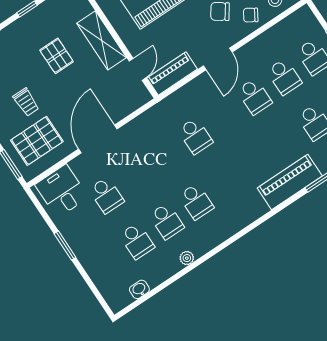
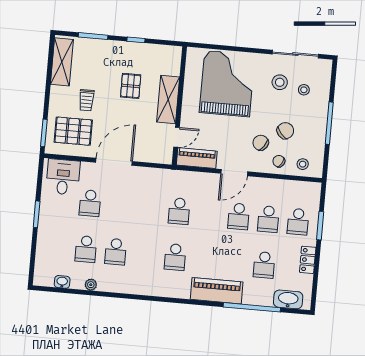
school desk: (196, 201) -> (175, 257), moved
plant: (187, 258) -> (91, 285), moved

